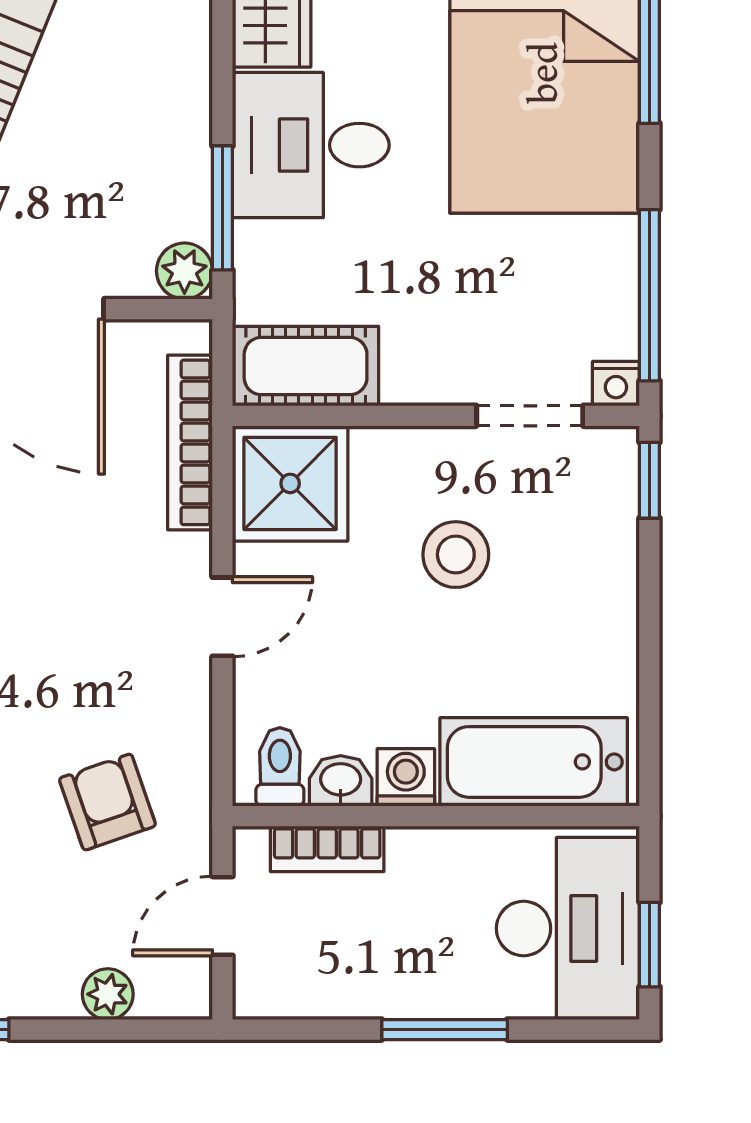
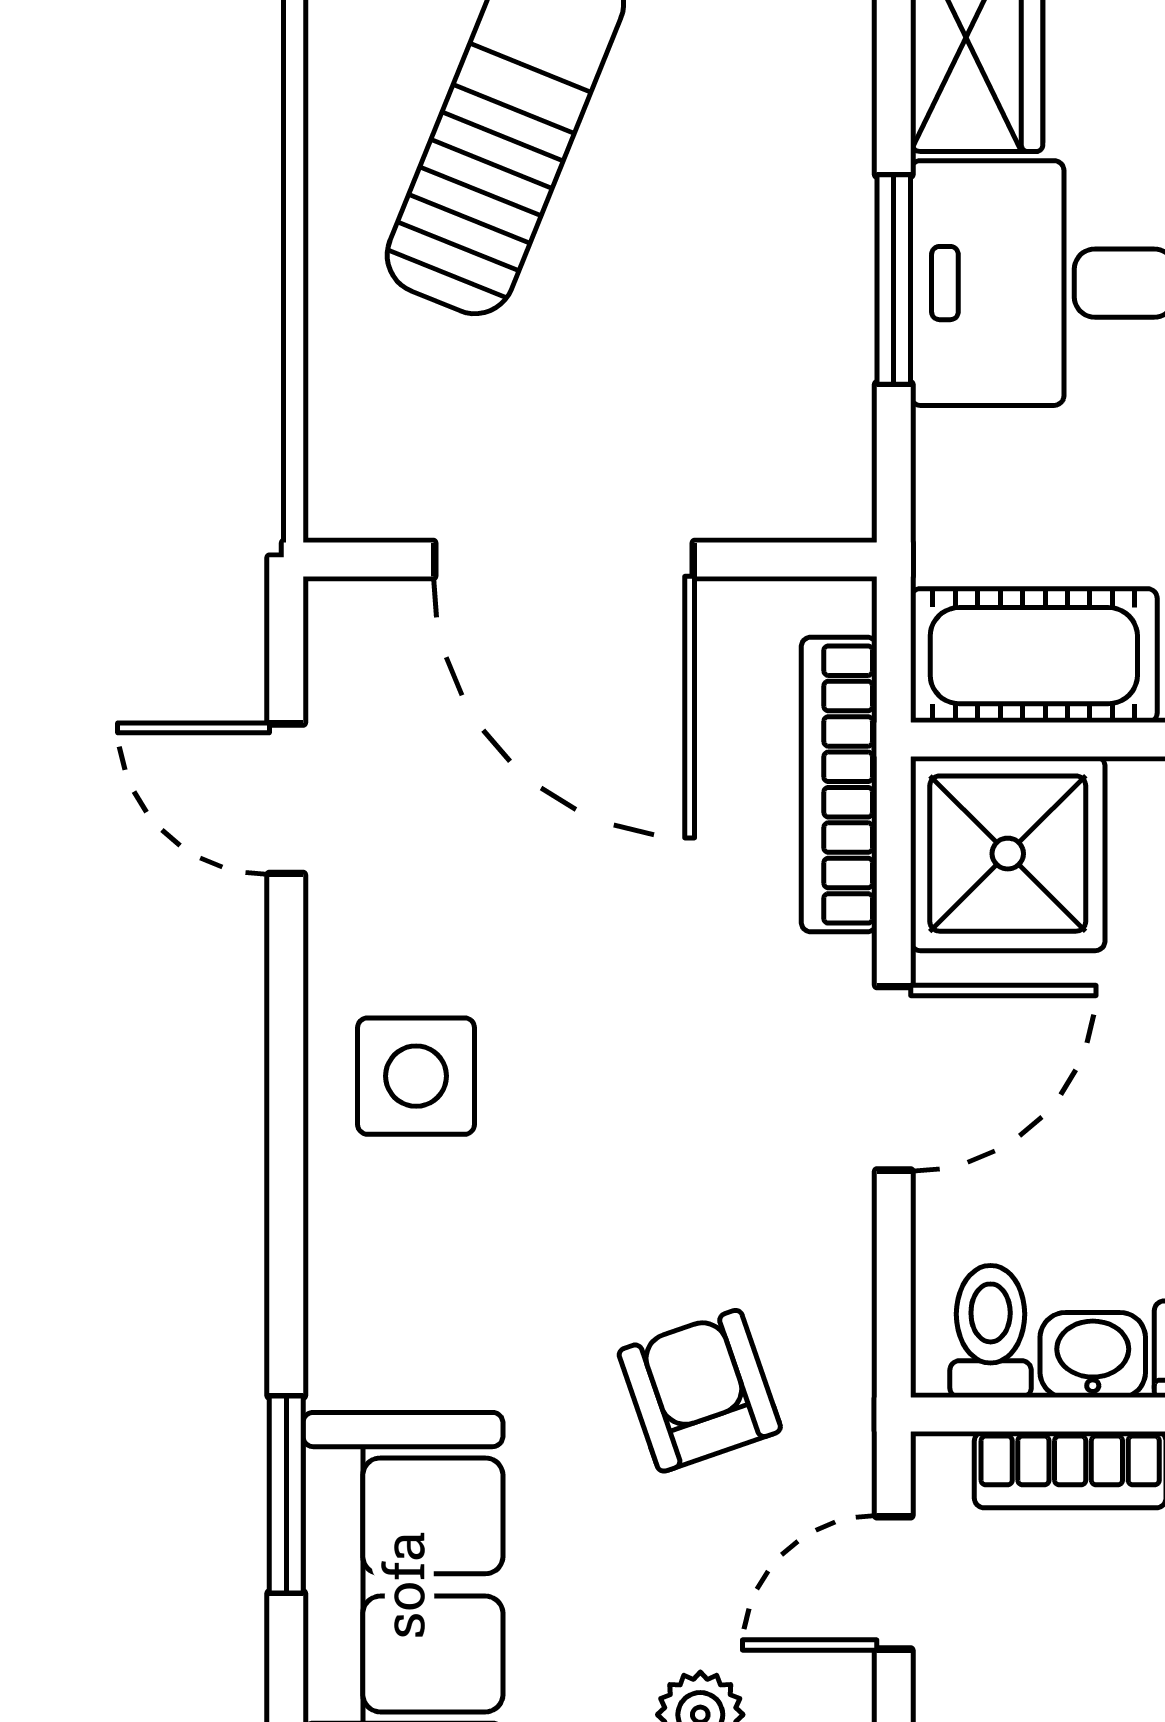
window: (222, 208) -> (894, 279), moved
plant: (184, 271) -> (830, 495), removed
door: (222, 617) -> (894, 1078), width x1.38

